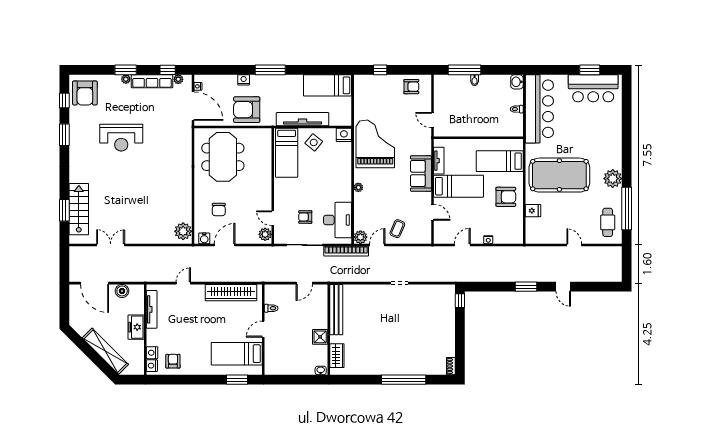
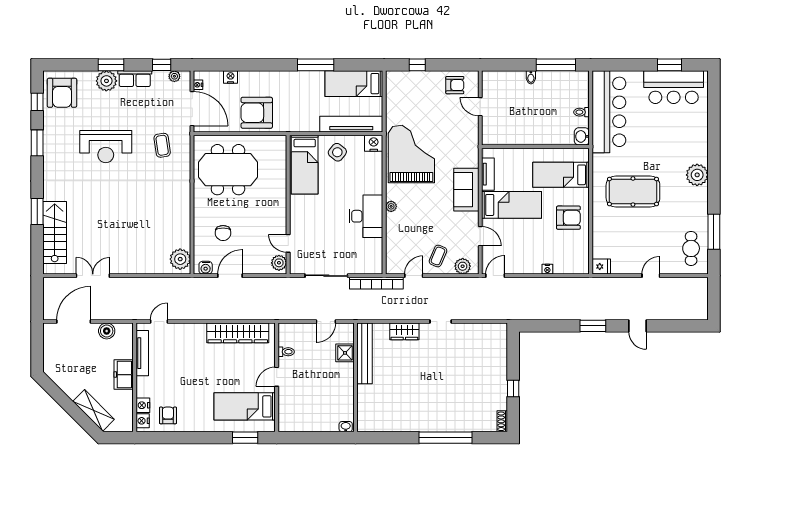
window: (270, 70) -> (316, 65), moved
window: (464, 70) -> (556, 65), moved
plant: (126, 79) -> (106, 81), width x1.88, depth x1.88
nightstand: (244, 80) -> (231, 77), moved
row of seats: (152, 81) -> (135, 79), width x0.68
washbasin: (517, 82) -> (582, 136), moved
tv unit: (302, 119) -> (351, 124), moved
door: (432, 120) -> (480, 107), moved
coffee table: (168, 137) -> (162, 145), added
meeting table: (223, 157) -> (228, 170), turned 90
pool table: (559, 175) -> (633, 192), width x0.73, depth x0.76
plant: (613, 179) -> (697, 175), moved
window: (627, 208) -> (714, 232), width x0.68
window: (64, 210) -> (37, 211), moved
fridge: (533, 211) -> (601, 267), moved
armchair: (305, 217) -> (327, 242), removed
desk: (337, 220) -> (366, 216), moved
plant: (360, 237) -> (463, 266), moved
door: (462, 245) -> (495, 276), moved
door: (574, 245) -> (651, 276), hinge flipped
door: (95, 283) -> (74, 322), swing flipped
door: (183, 283) -> (159, 322), moved
window: (460, 301) -> (513, 389), moved
shower: (320, 337) -> (345, 353), moved
shelving: (105, 351) -> (94, 410), width x0.68
wardrobe: (337, 356) -> (404, 331), moved, turned 90

